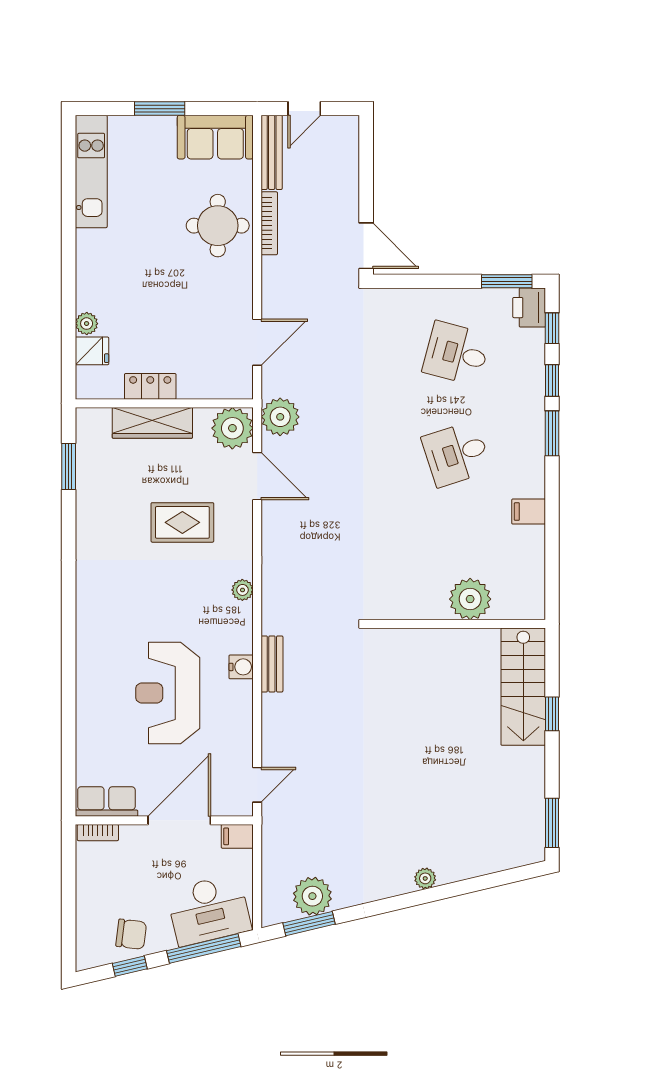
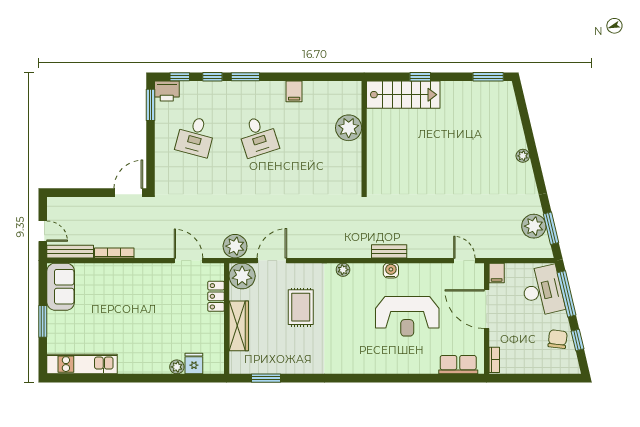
round table: (218, 226) -> (116, 285), removed
locker: (150, 386) -> (216, 296), moved
row of seats: (106, 802) -> (458, 365), moved, turned 90

